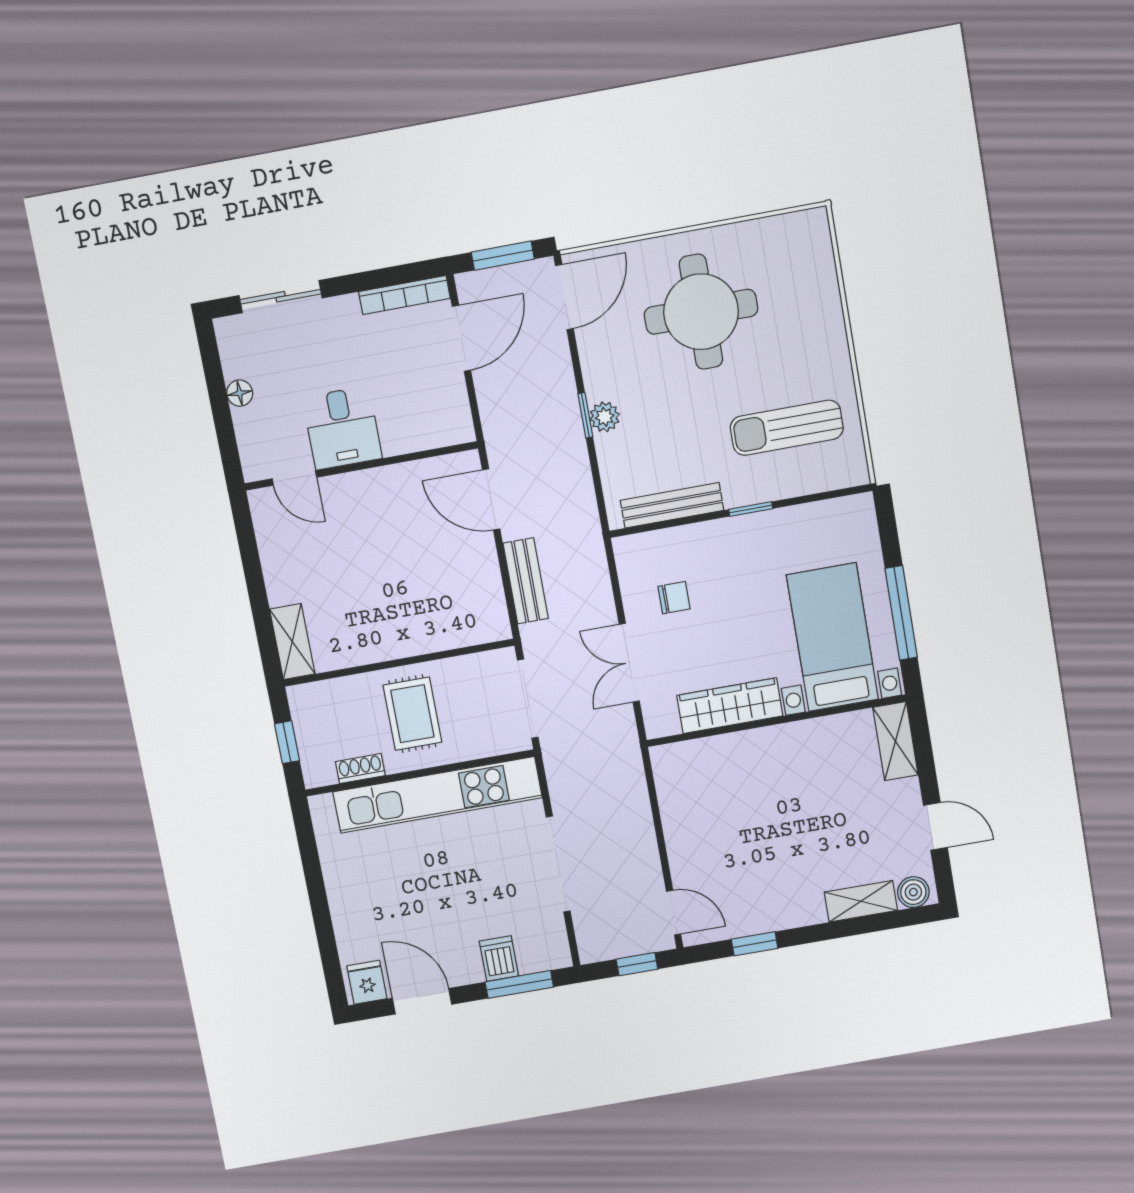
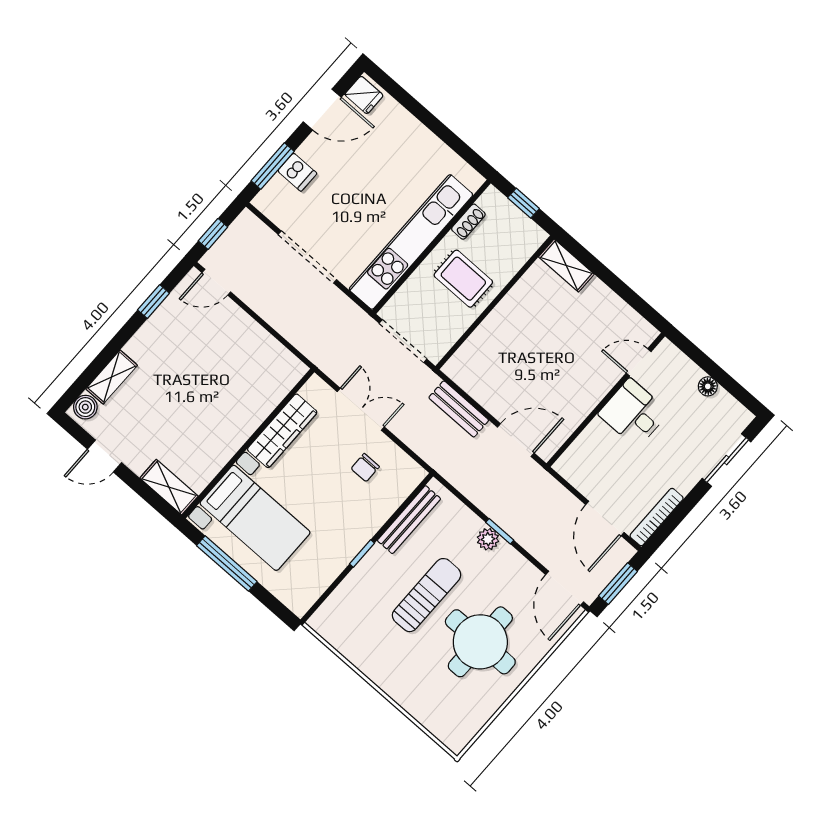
sun lounger: (787, 428) -> (427, 595), moved

